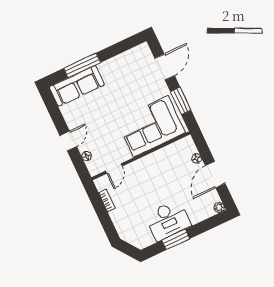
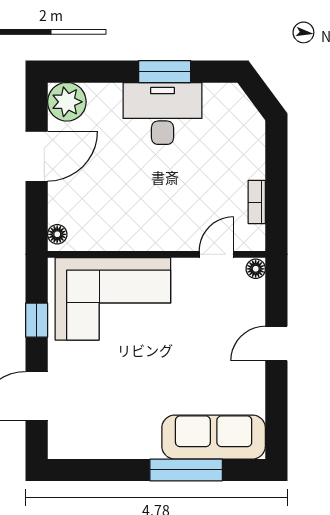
window: (181, 101) -> (37, 320), width x0.67
floor lamp: (87, 156) -> (256, 269), moved
floor lamp: (196, 158) -> (57, 234), moved
plant: (219, 207) -> (67, 102), width x1.88, depth x1.88

